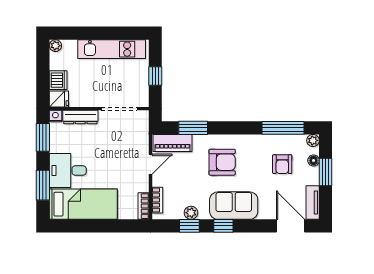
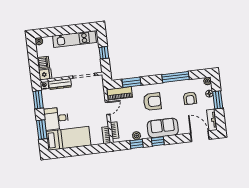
window: (283, 128) -> (176, 77), moved

